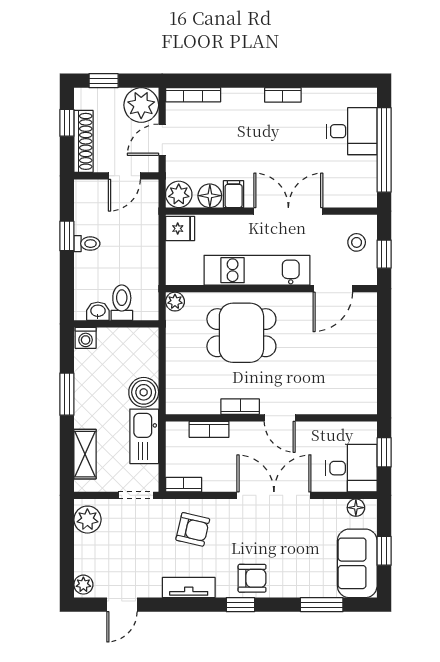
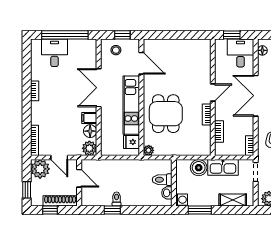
fridge: (180, 229) -> (131, 142), moved, turned -90
toilet: (122, 303) -> (162, 180), moved
washbasin: (98, 311) -> (167, 193), moved
wall: (116, 324) -> (174, 183), moved
washing machine: (86, 338) -> (182, 200), moved

